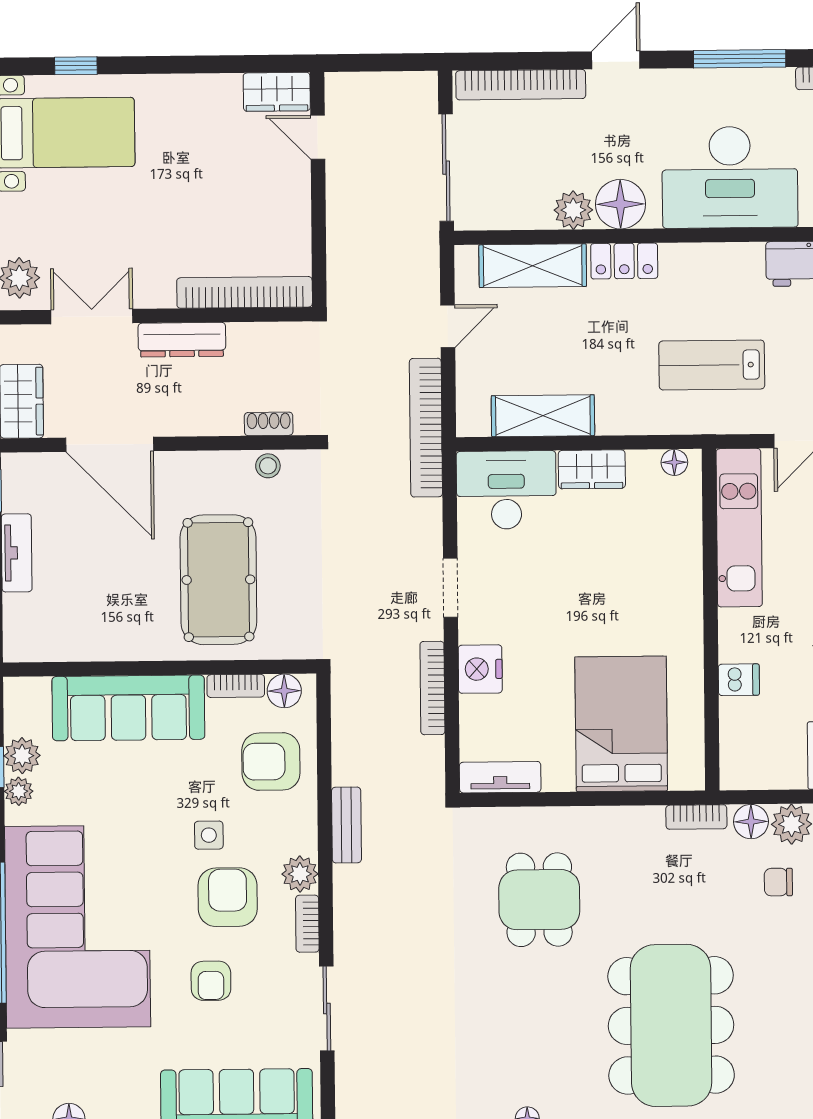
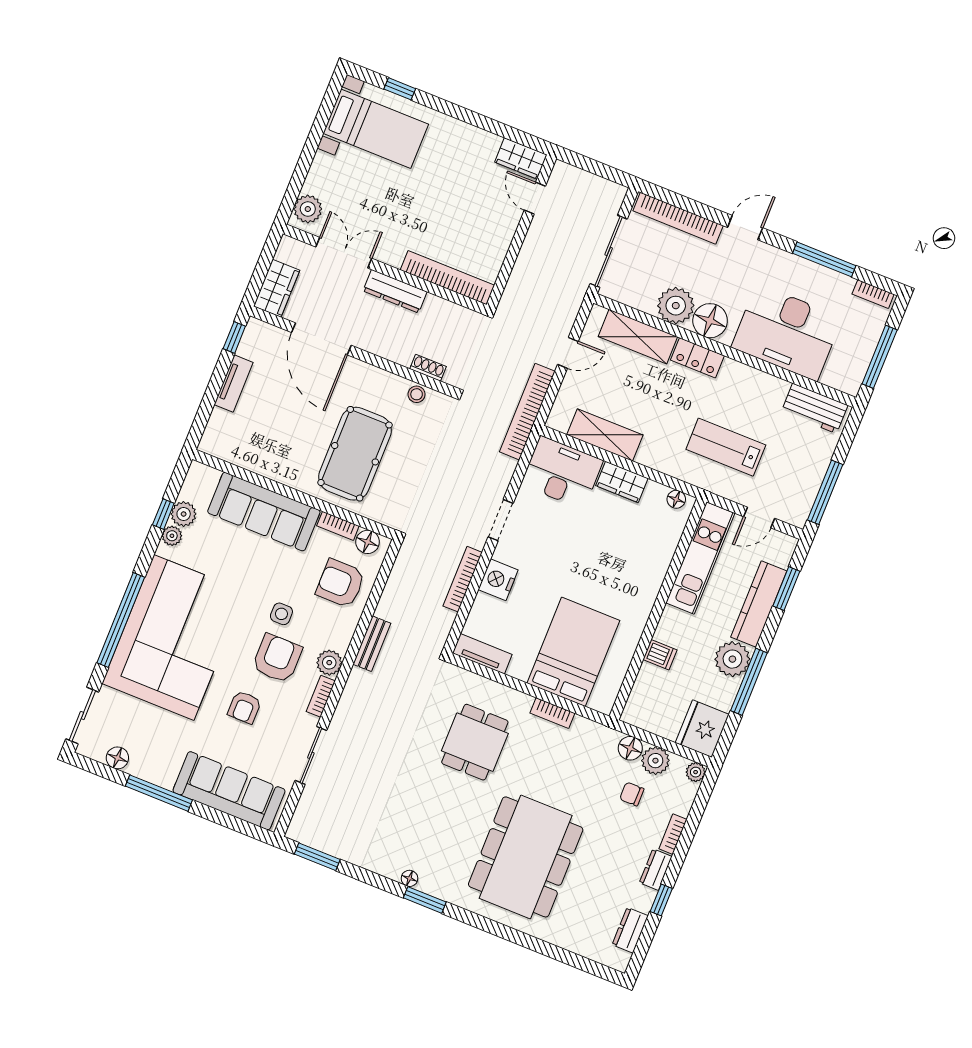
plant: (573, 210) -> (676, 306), width x1.36, depth x1.36
bookcase: (696, 817) -> (552, 713), moved

